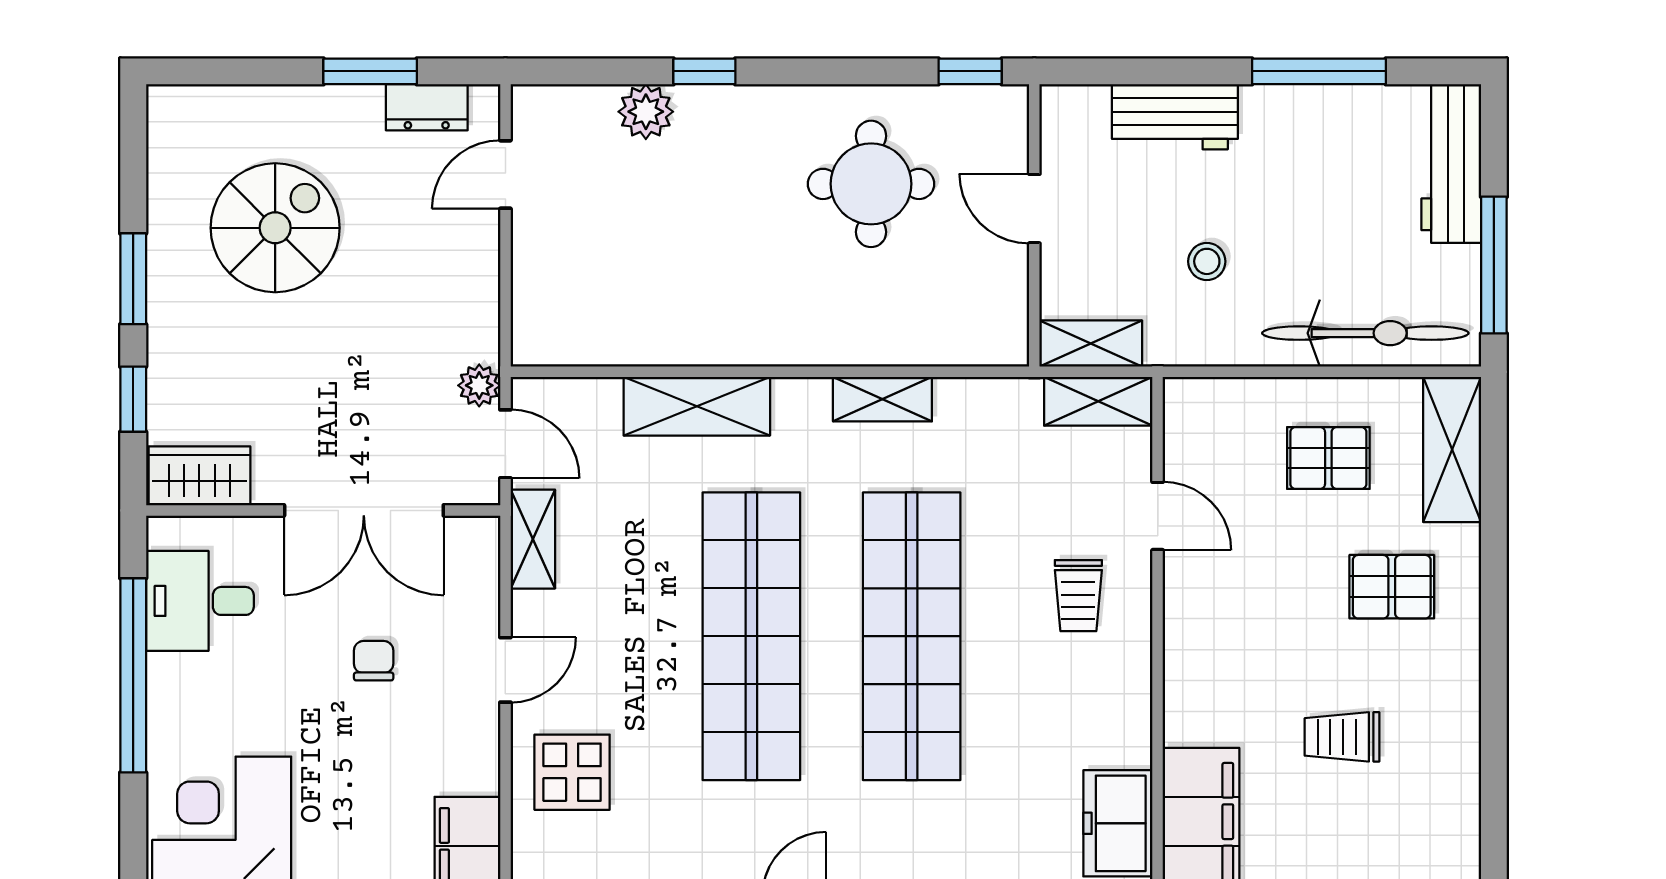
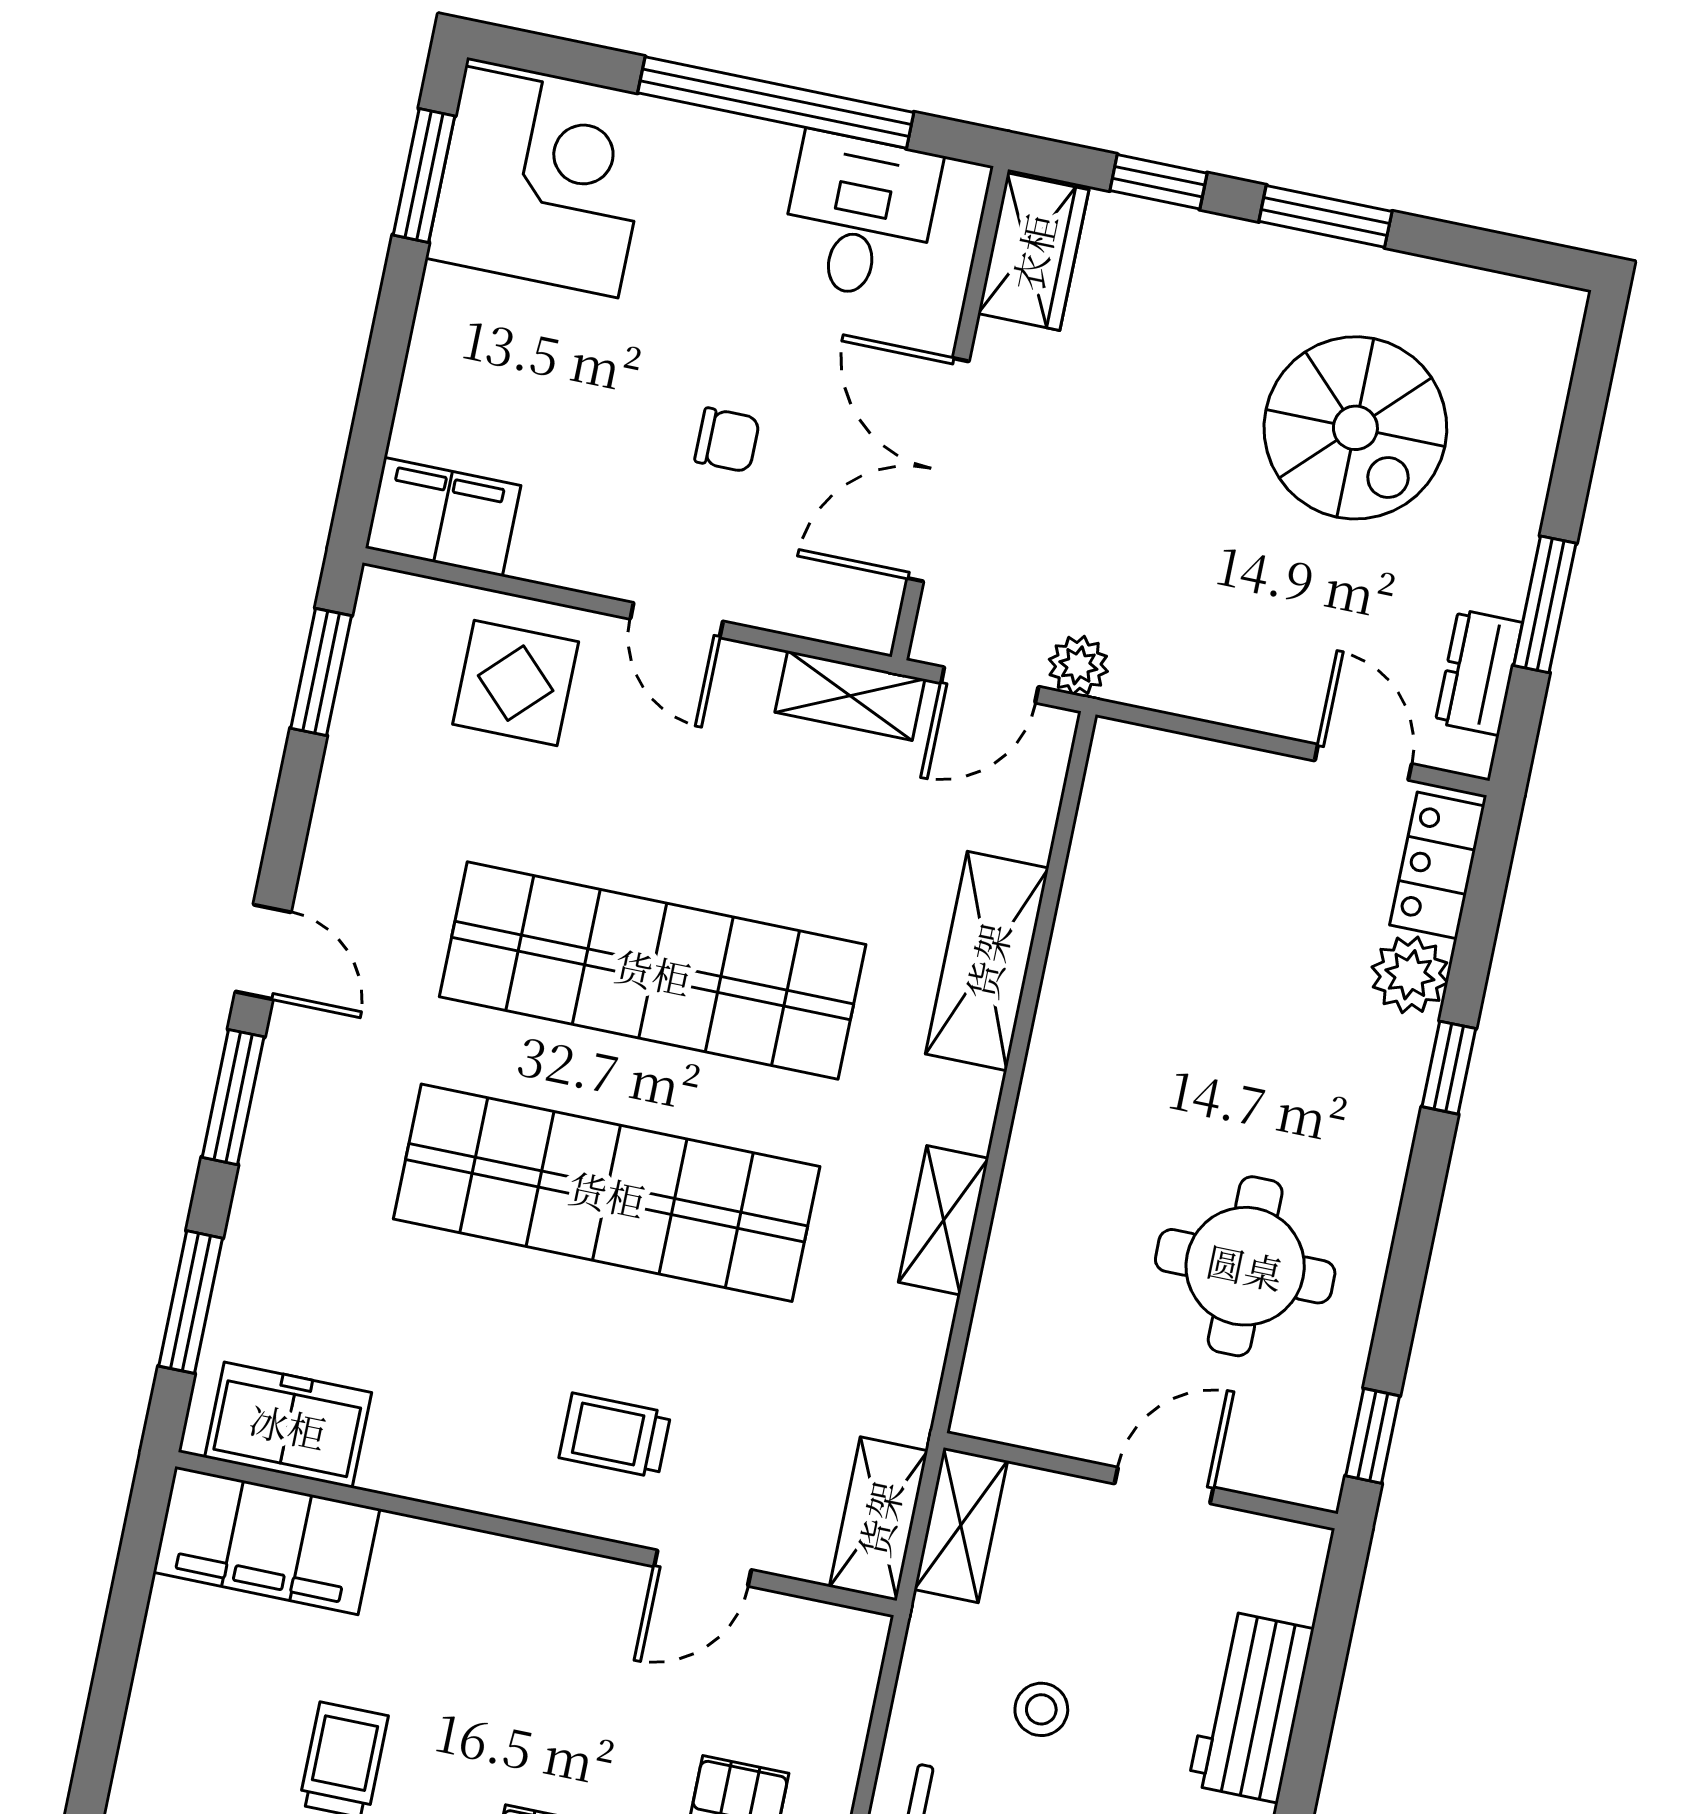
locker: (566, 109) -> (1437, 865), added

